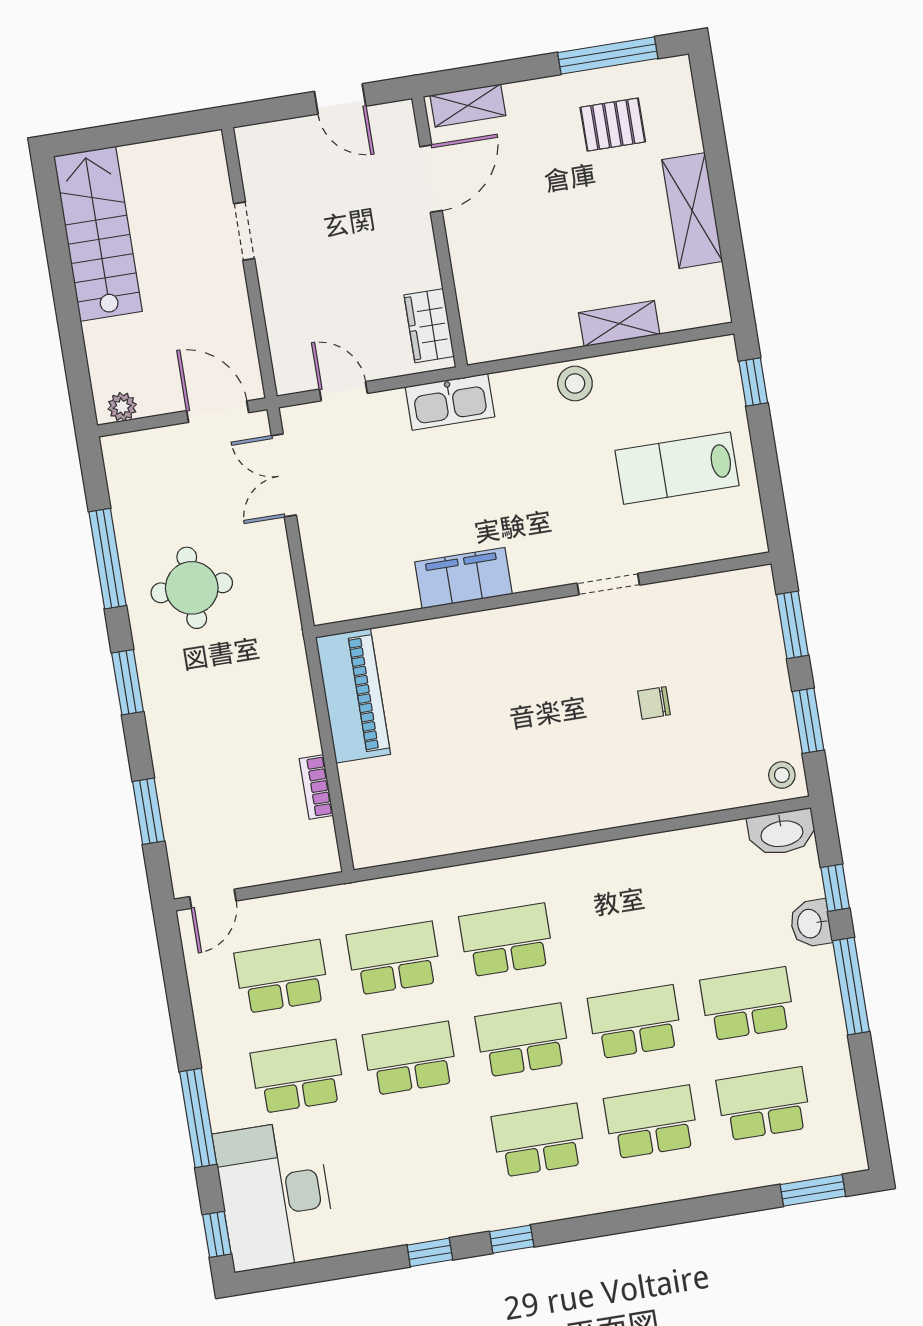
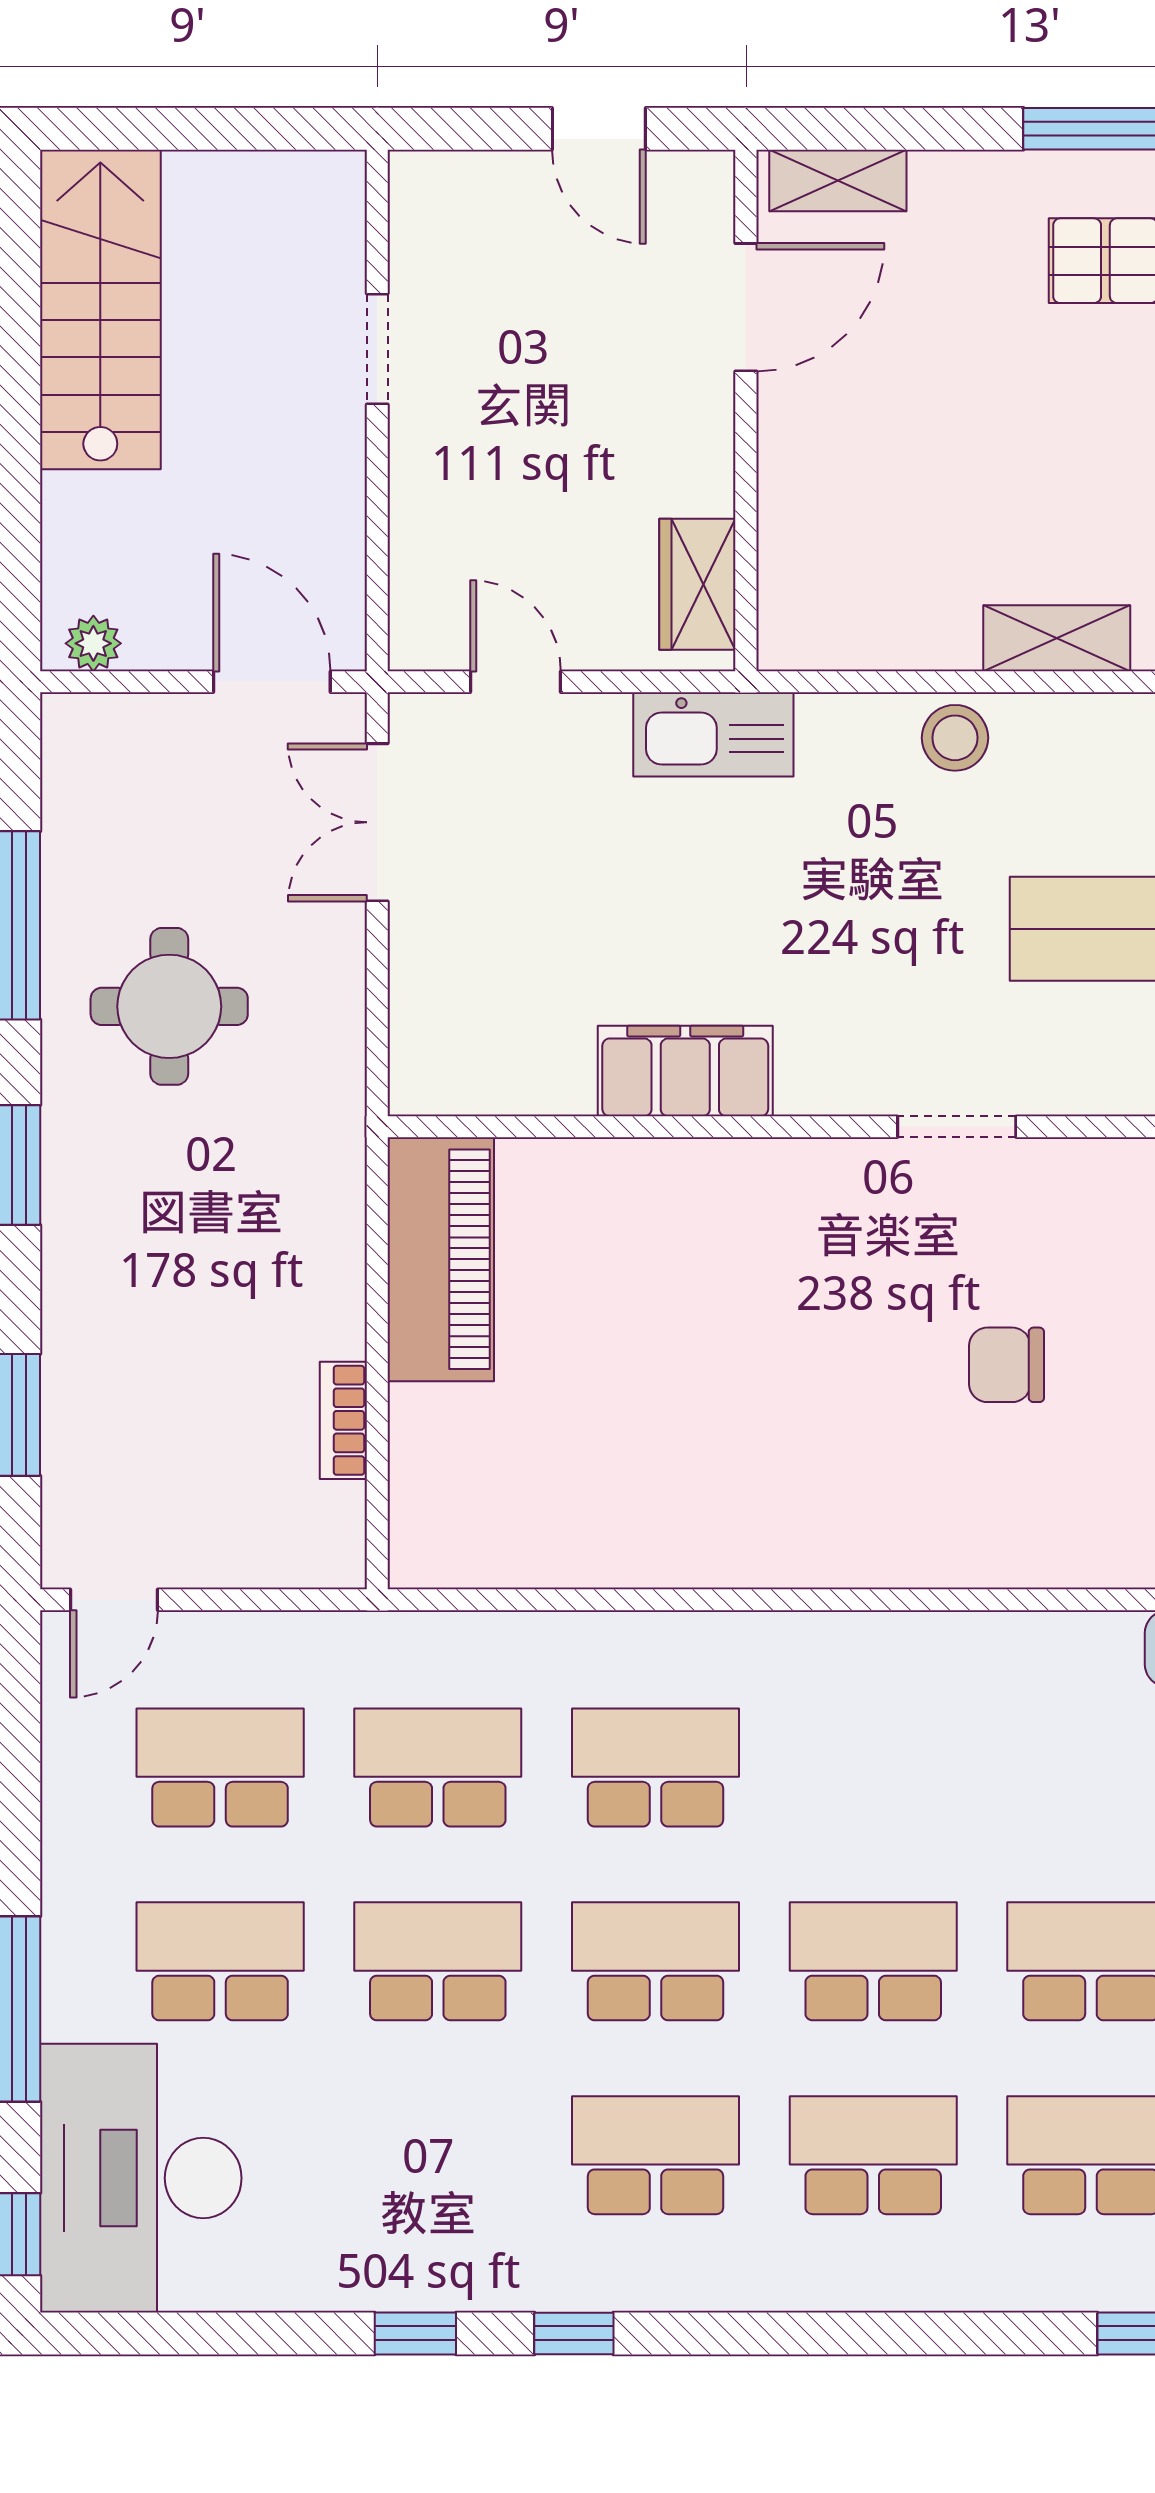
chair: (654, 703) -> (1007, 1365), width x1.37, depth x1.37

